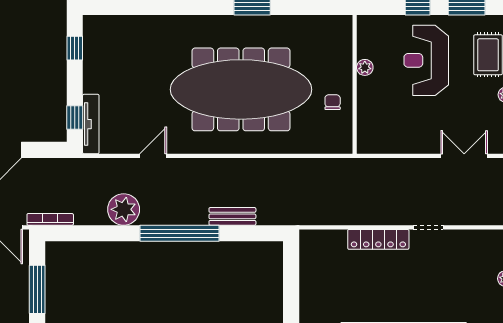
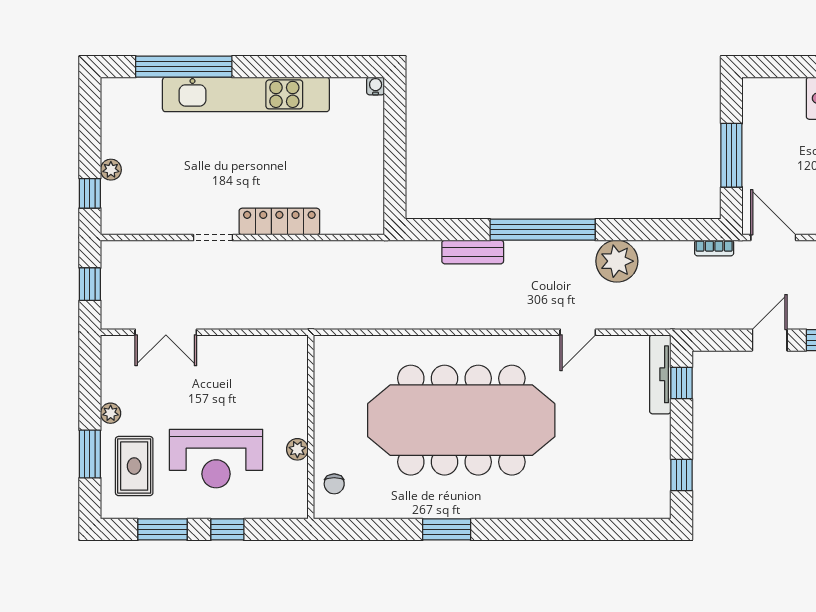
reception desk: (426, 60) -> (216, 459), turned 90
chair: (333, 102) -> (334, 484), moved
bookcase: (50, 219) -> (714, 248), width x0.64

